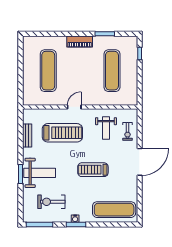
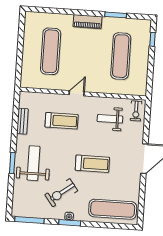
weight bench: (106, 128) -> (110, 119), turned 90
exercise bike: (128, 131) -> (136, 111), moved
treadmill: (62, 133) -> (62, 121), width x0.73, depth x0.73
treadmill: (93, 170) -> (92, 164), turned 180
weight bench: (40, 173) -> (33, 163), turned -90
exercise bike: (51, 202) -> (61, 193), moved, turned -37

